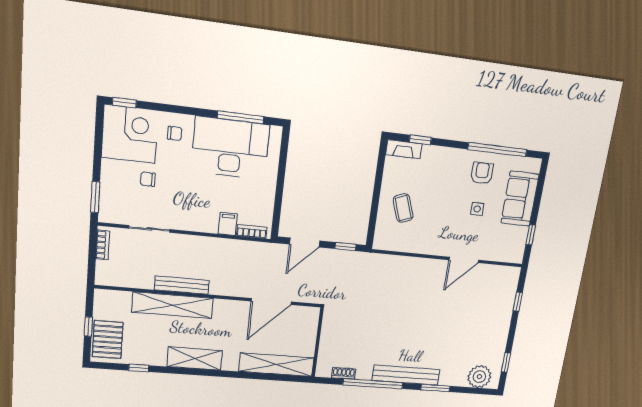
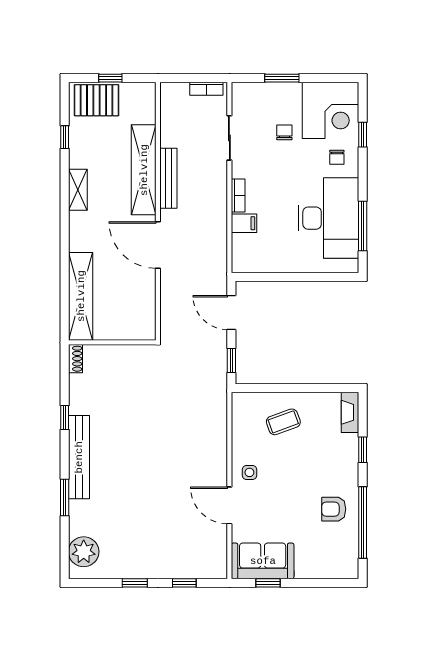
window: (124, 103) -> (363, 135), moved
window: (420, 140) -> (363, 450), moved
armchair: (482, 173) -> (334, 509), turned 180
window: (95, 197) -> (282, 78), moved
sofa: (520, 199) -> (263, 561), moved
side table: (477, 209) -> (249, 472), moved
bookcase: (252, 231) -> (238, 195), moved
door: (271, 302) -> (158, 245), moved
shelving: (195, 359) -> (78, 190), width x0.67, depth x0.75
window: (506, 362) -> (135, 583), moved
shoe rack: (344, 373) -> (75, 359), moved
window: (373, 384) -> (65, 418), width x0.32

